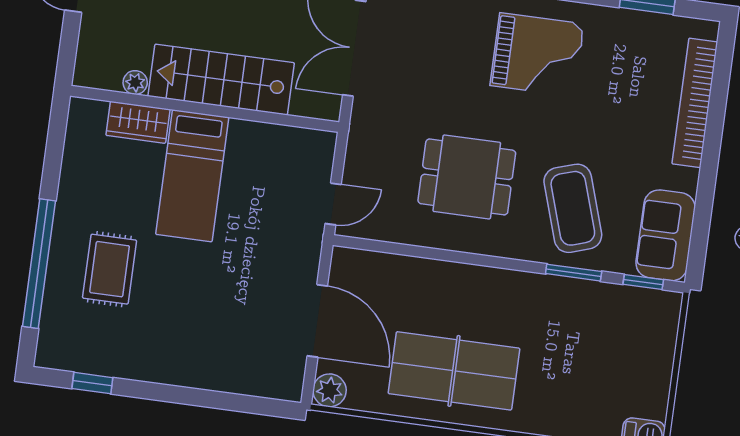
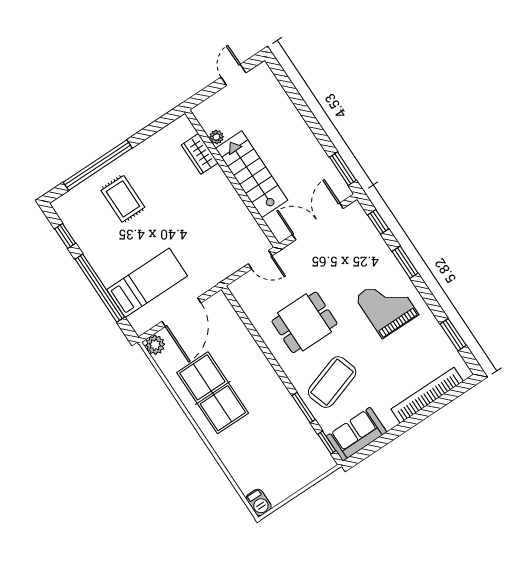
grand piano: (537, 55) -> (387, 306), turned 180
bed: (192, 176) -> (147, 283), moved, turned 180
dining table: (467, 177) -> (304, 322), turned 90
door: (333, 204) -> (260, 260), moved
rug: (110, 269) -> (123, 199), turned 90
window: (197, 397) -> (100, 288), added

